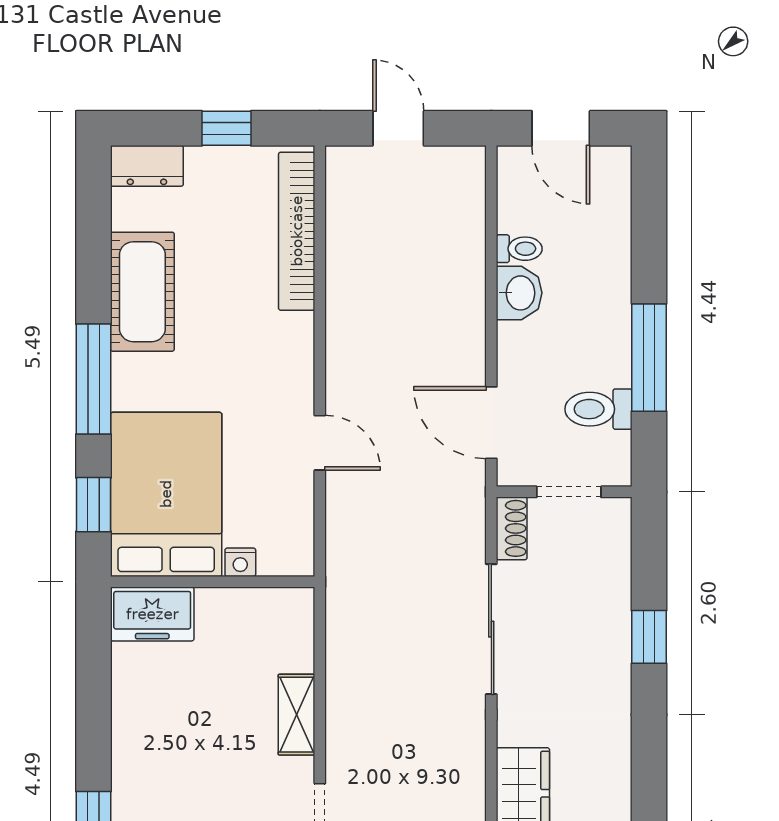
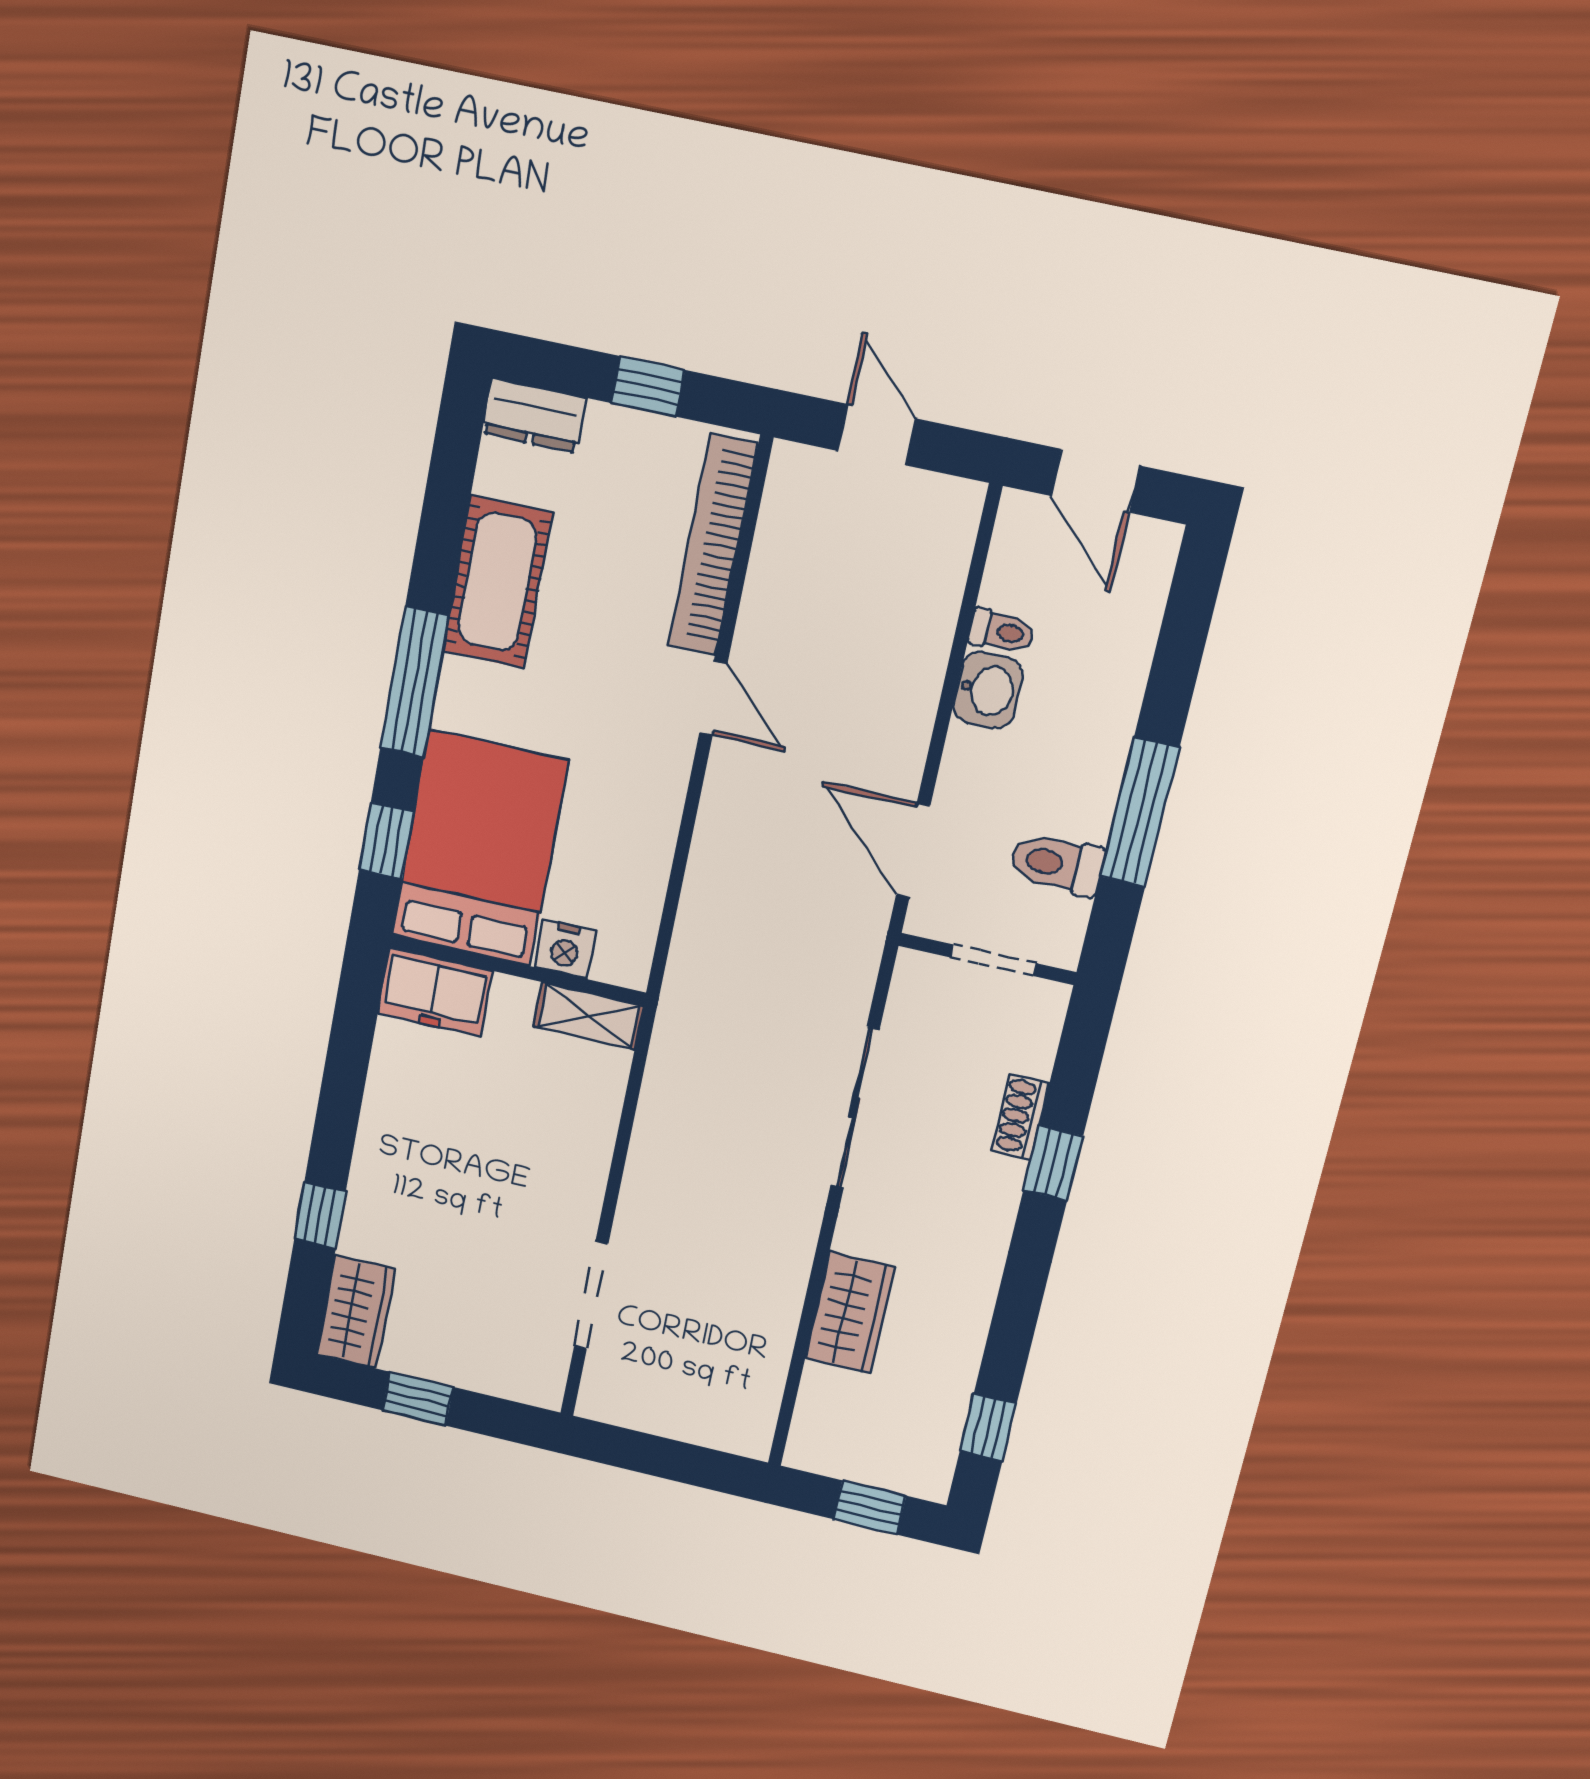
door: (320, 443) -> (713, 698), moved
shoe rack: (512, 528) -> (1021, 1117), moved, turned 180
nightstand: (240, 562) -> (565, 949), width x1.39, depth x1.35
shelving: (296, 715) -> (589, 1016), moved, turned 90

